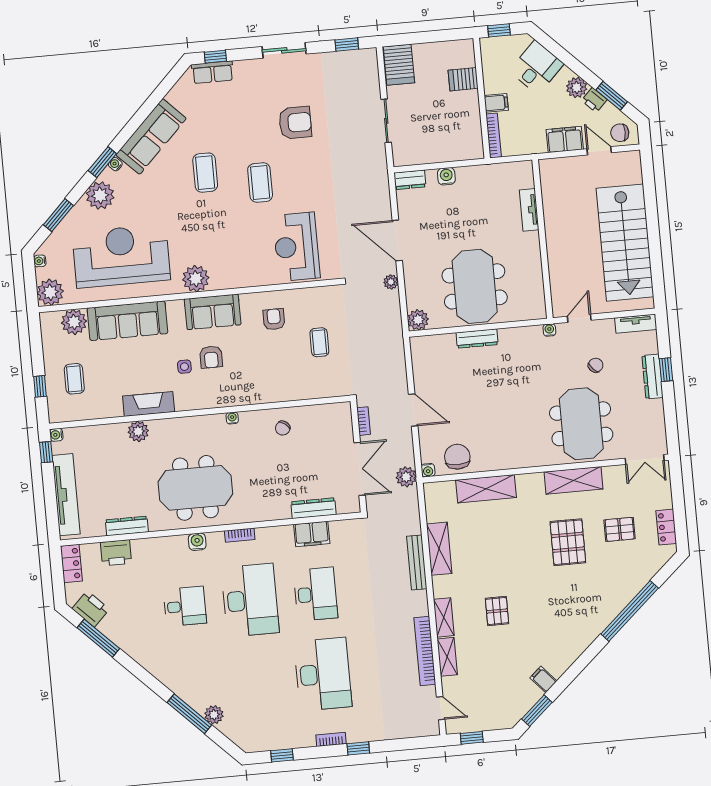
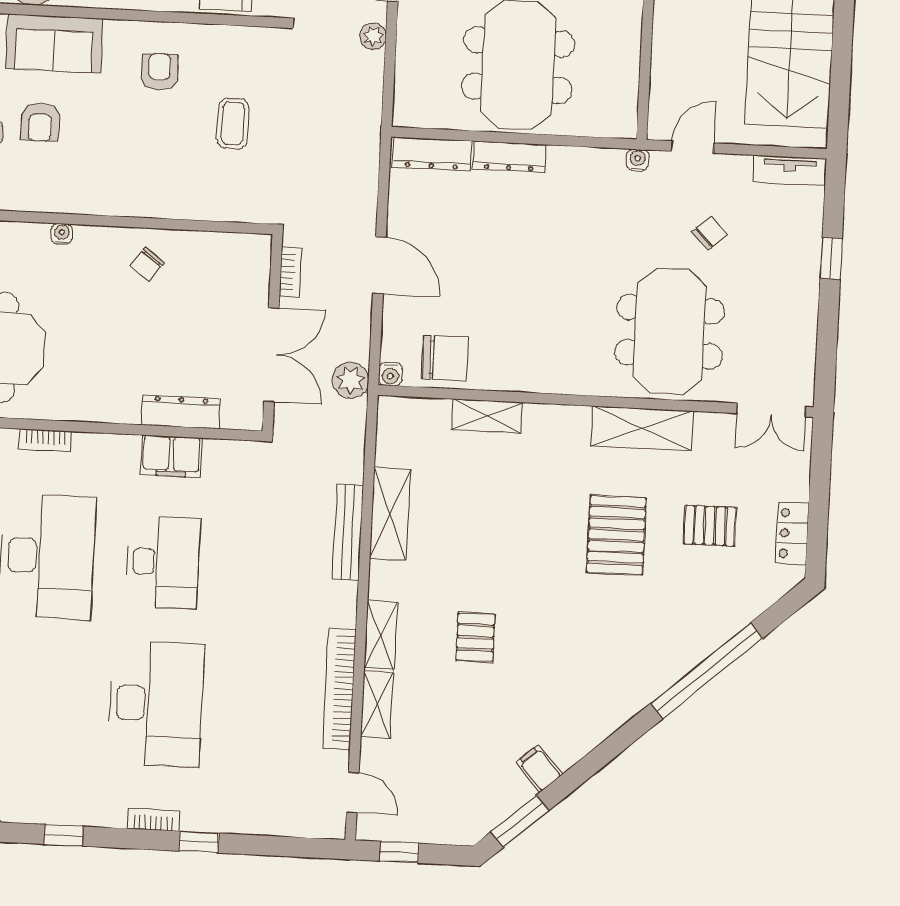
plant: (418, 320) -> (411, 109), removed
dresser: (653, 377) -> (432, 154), moved, turned -90
chair: (457, 457) -> (445, 358), turned 90
shelving: (486, 489) -> (487, 416), width x0.67, depth x0.75

